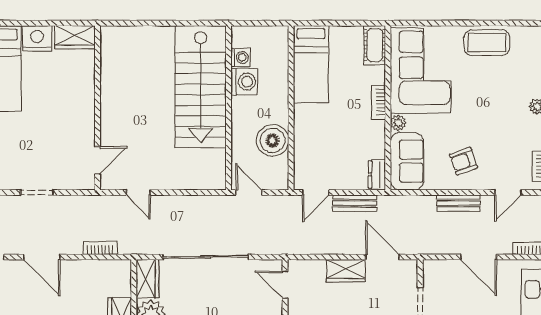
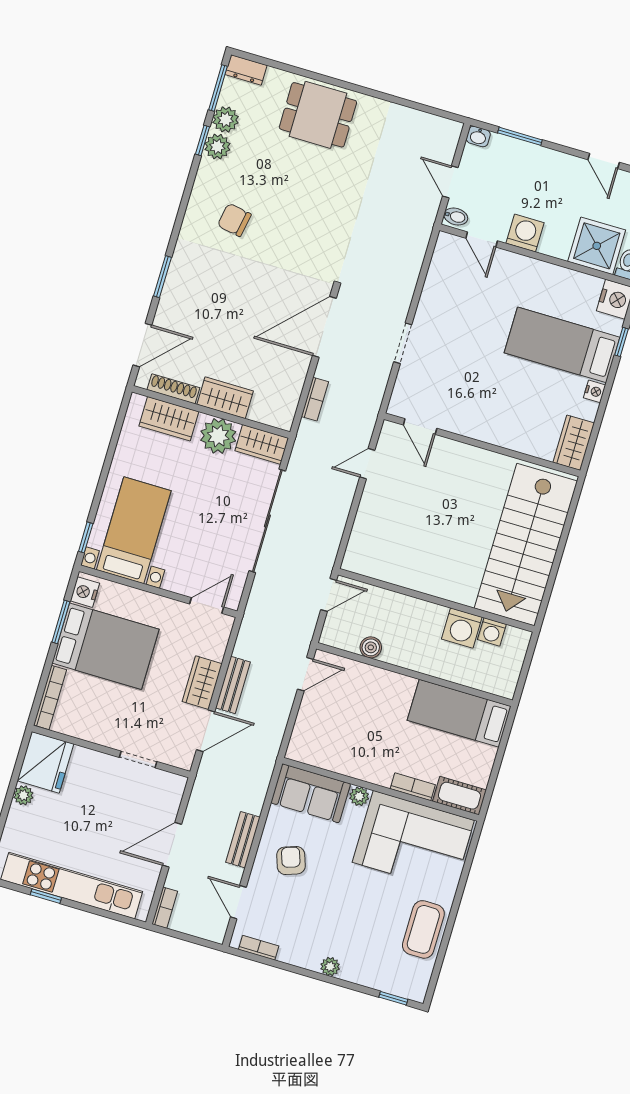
nightstand: (37, 38) -> (595, 391), width x0.53, depth x0.56
stairs: (201, 87) -> (526, 545), moved, turned -90
bookcase: (379, 102) -> (413, 787), moved
boiler: (273, 140) -> (371, 647), width x0.54, depth x0.54
dresser: (377, 174) -> (305, 753), removed
door: (316, 192) -> (305, 674), swing flipped
bench: (355, 203) -> (233, 685), moved
door: (42, 257) -> (324, 327), width x1.36

